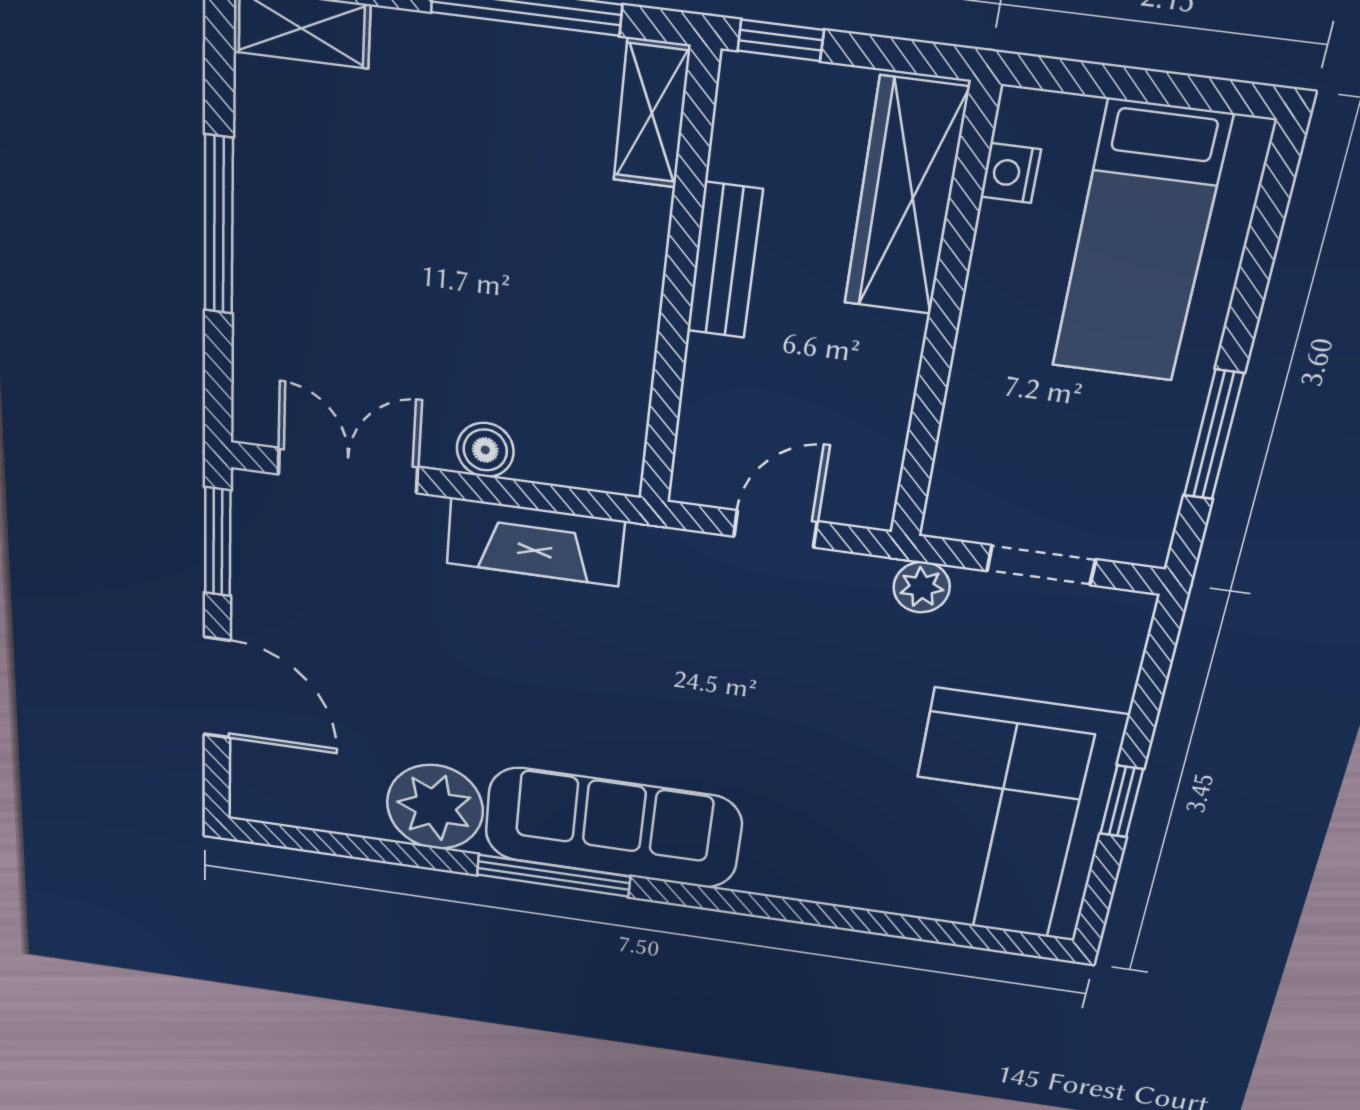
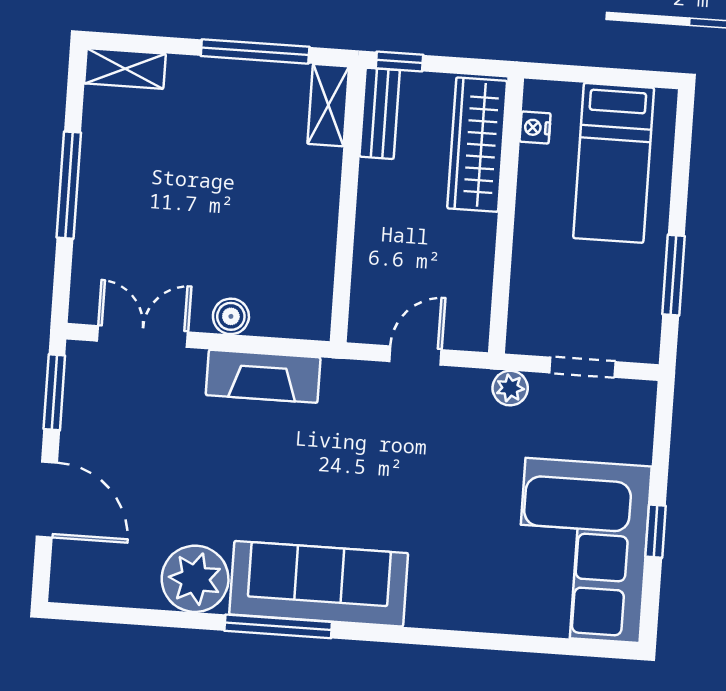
bench: (724, 261) -> (380, 113), moved

